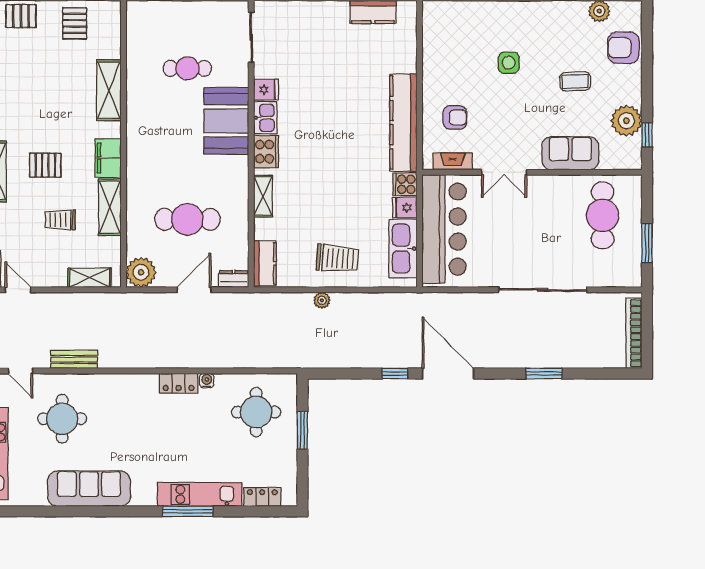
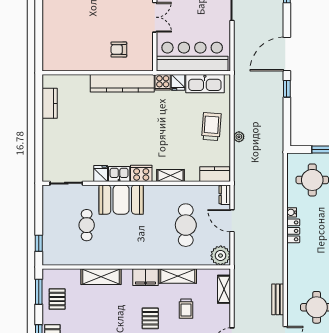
pallet: (75, 23) -> (57, 299), turned 90
side table: (509, 63) -> (83, 14), removed
armchair: (455, 117) -> (119, 49), turned -91
fireplace: (453, 161) -> (148, 51), removed

